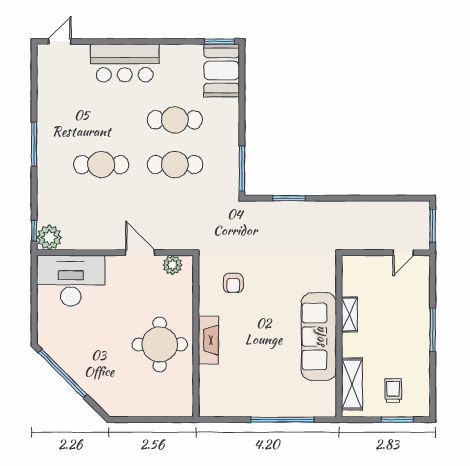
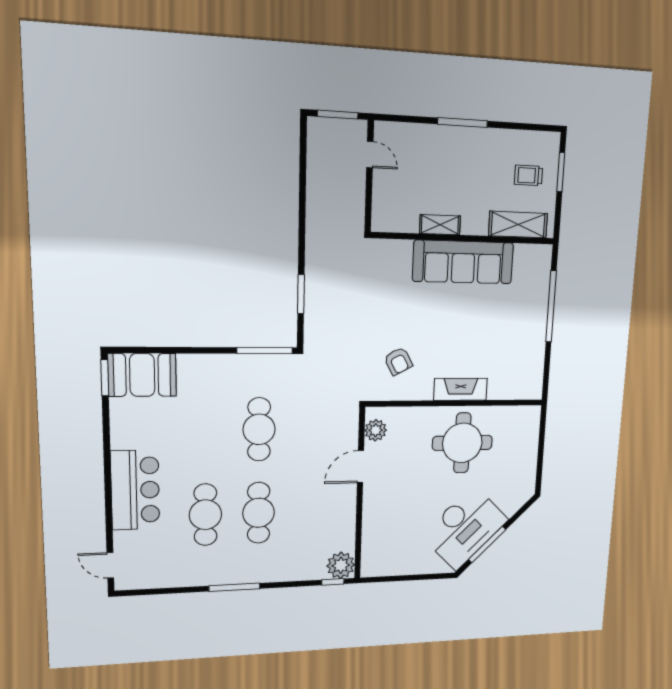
cafe table: (175, 120) -> (205, 515), moved
desk: (71, 281) -> (465, 528), moved, turned -135
armchair: (233, 283) -> (398, 361), turned 62
window: (63, 374) -> (487, 545), width x0.68

